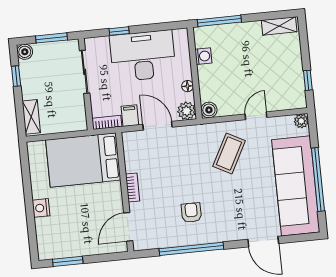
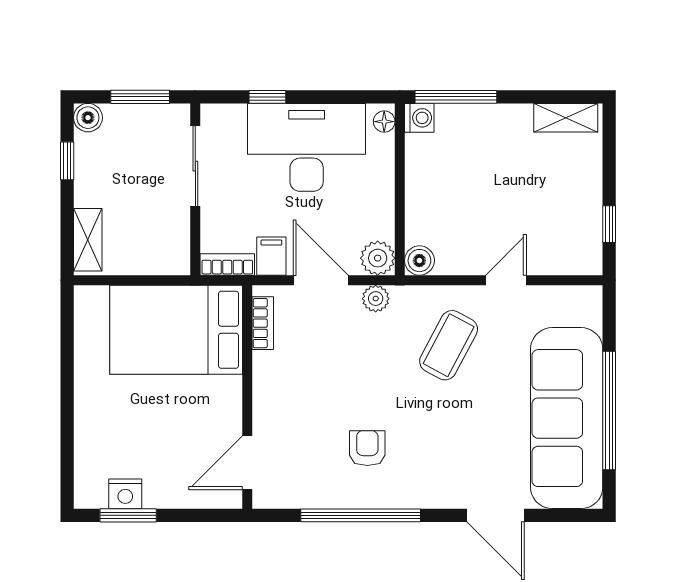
washing machine: (203, 56) -> (419, 118), moved
floor lamp: (188, 86) -> (384, 122), moved
plant: (301, 121) -> (376, 299), moved
bookcase: (133, 187) -> (263, 323), moved
nightstand: (41, 208) -> (125, 494), moved, turned -90

